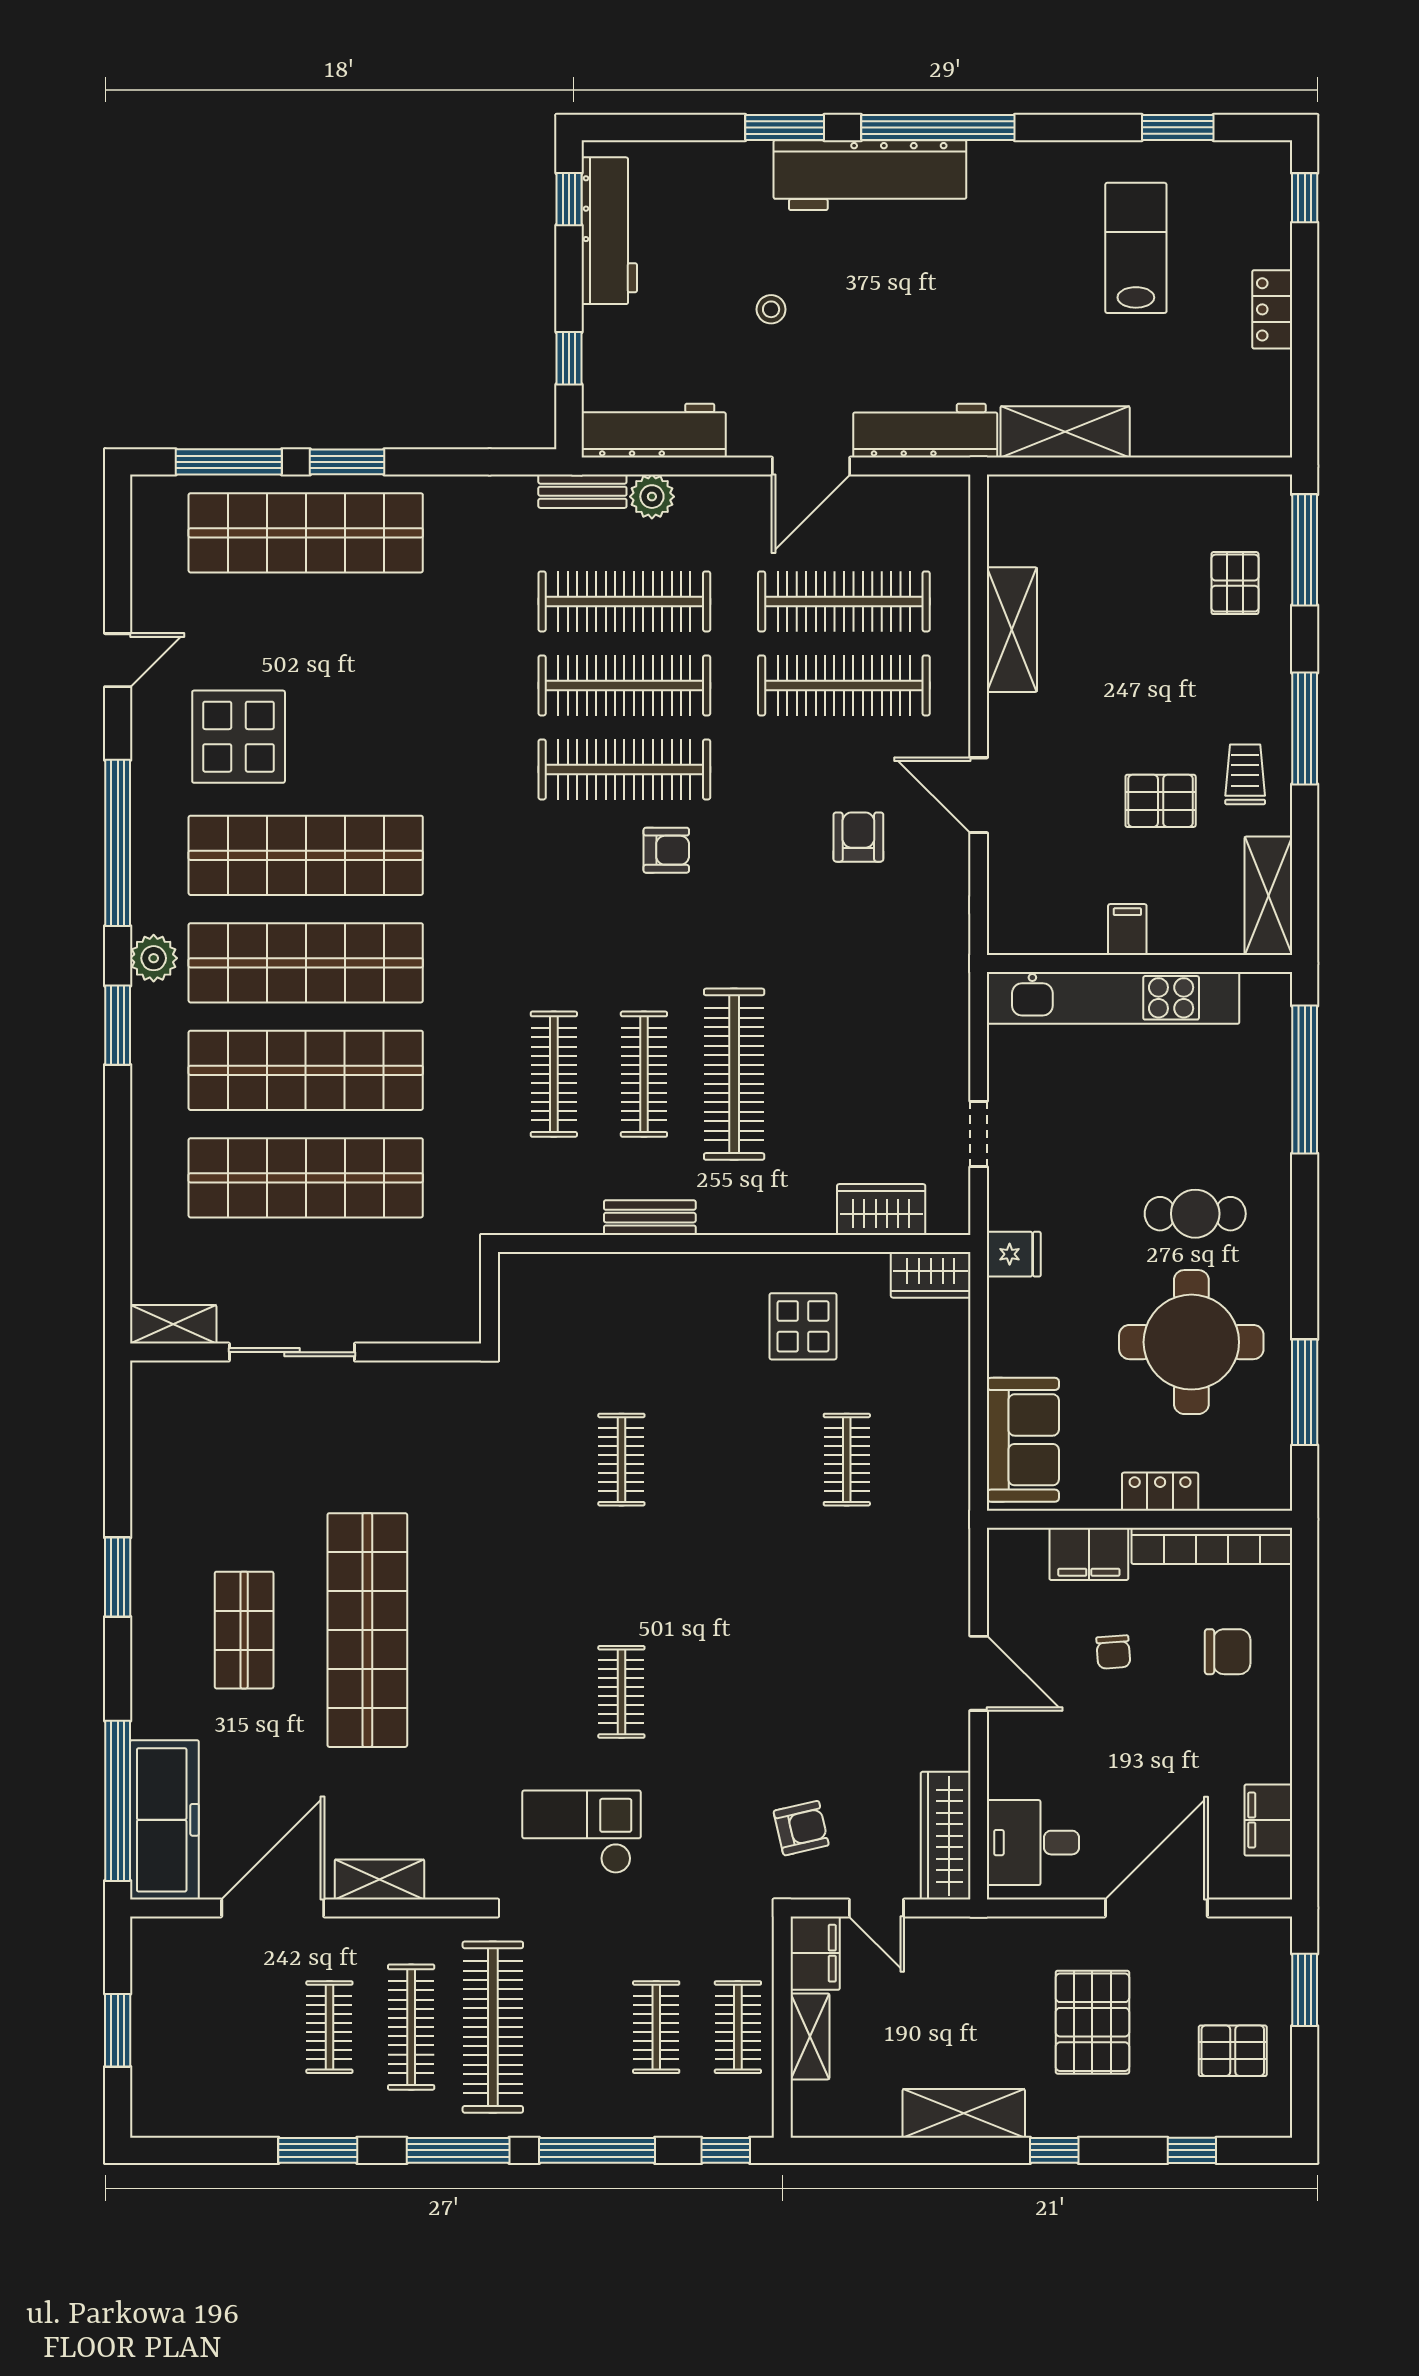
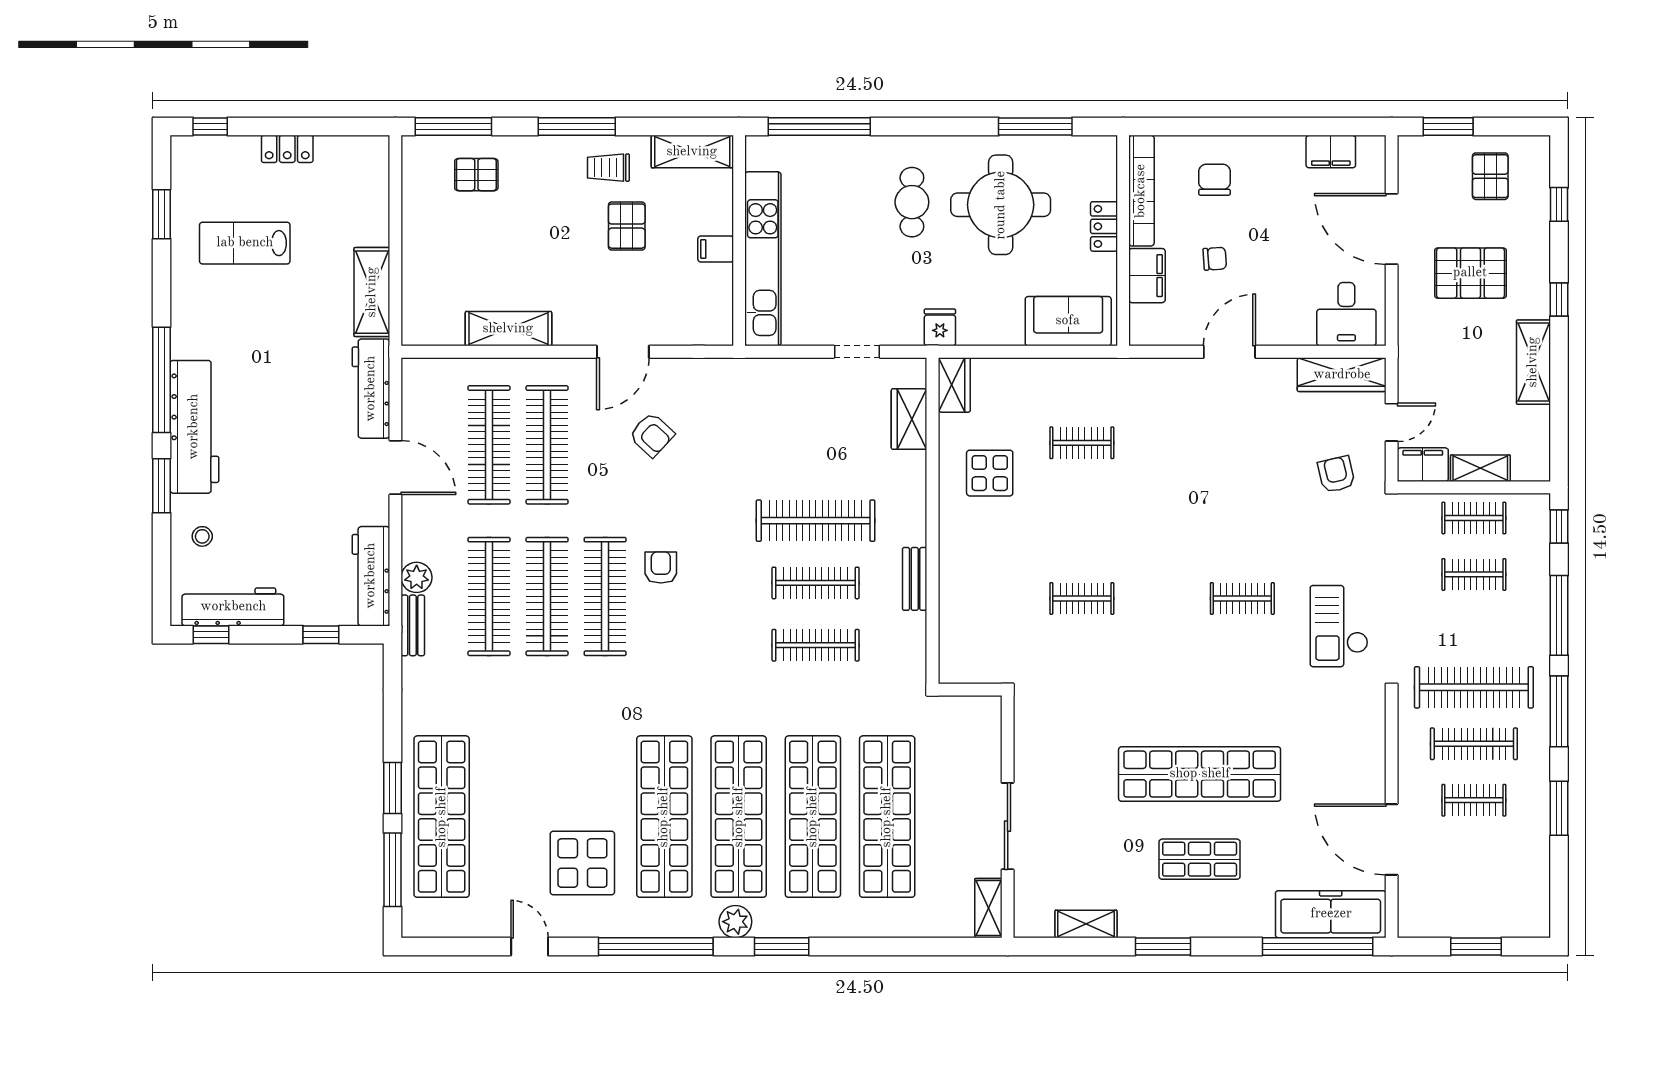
stool: (771, 309) -> (202, 536), moved
armchair: (858, 837) -> (652, 435), turned -137
shelving: (379, 1880) -> (1086, 924), moved, turned 90

